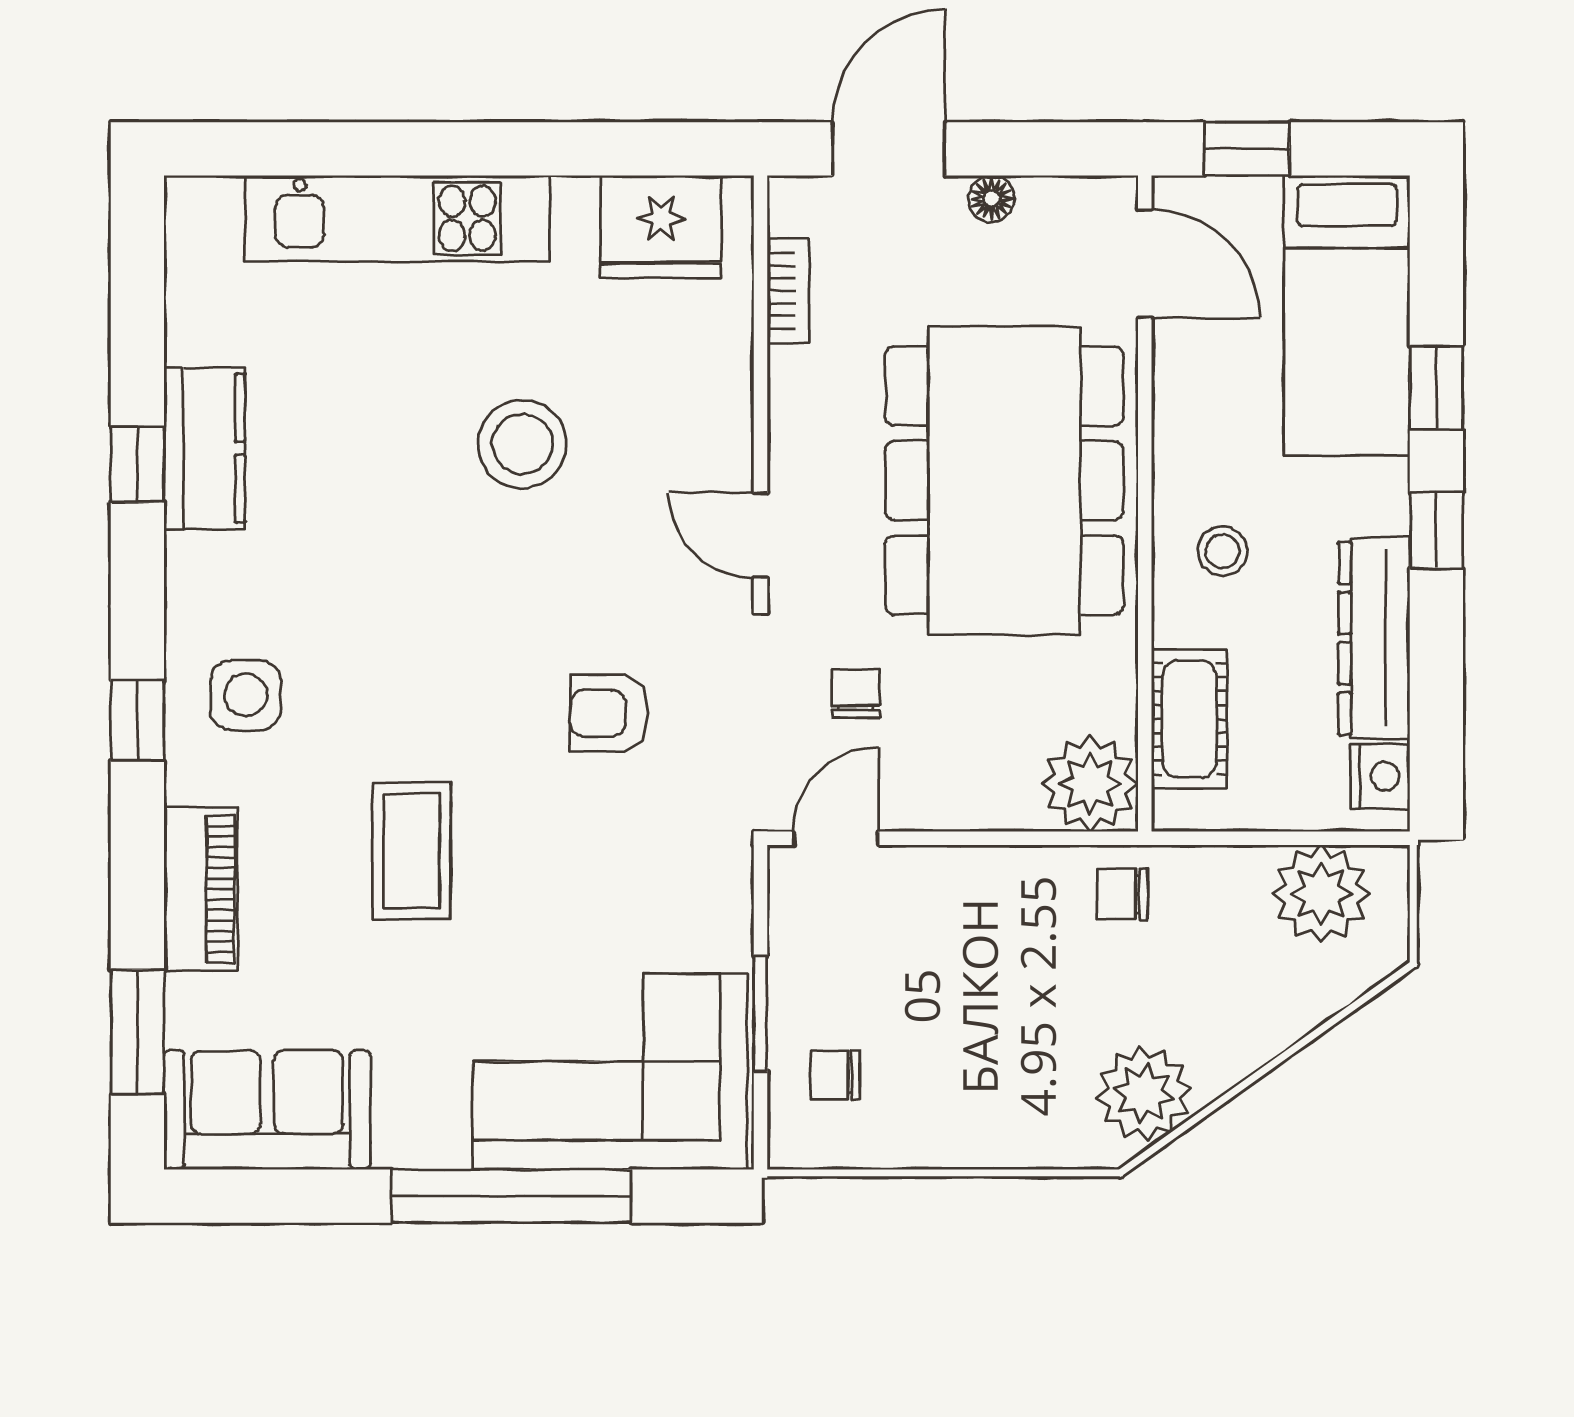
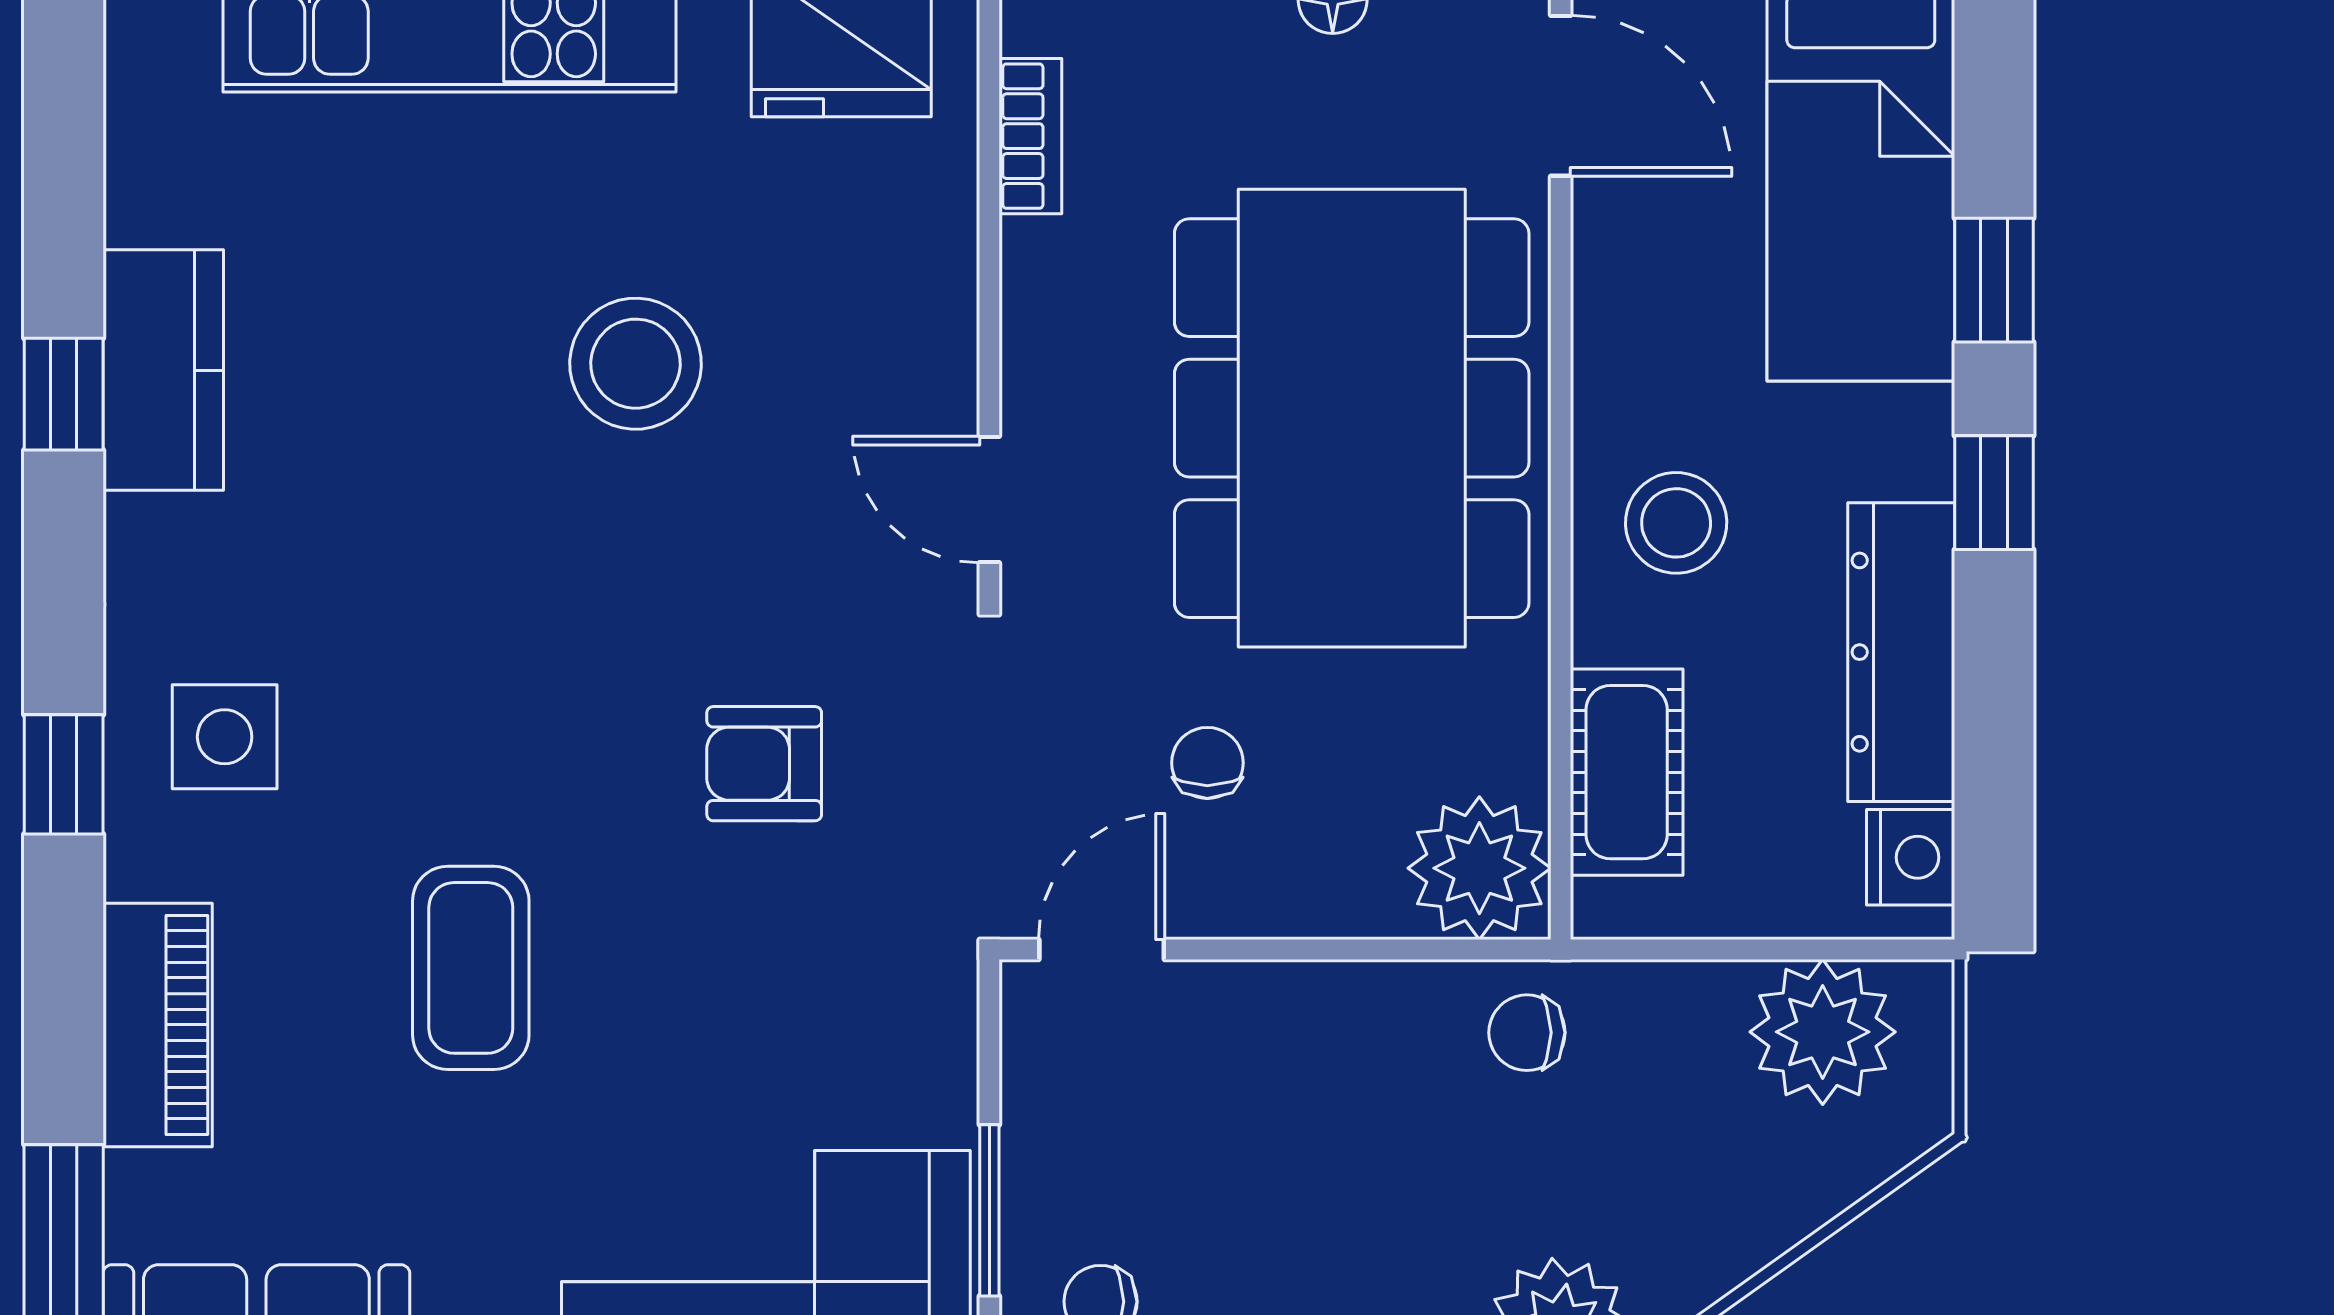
stool: (1223, 551) -> (1676, 523), width x1.37, depth x1.37
chair: (856, 694) -> (1207, 763), moved

